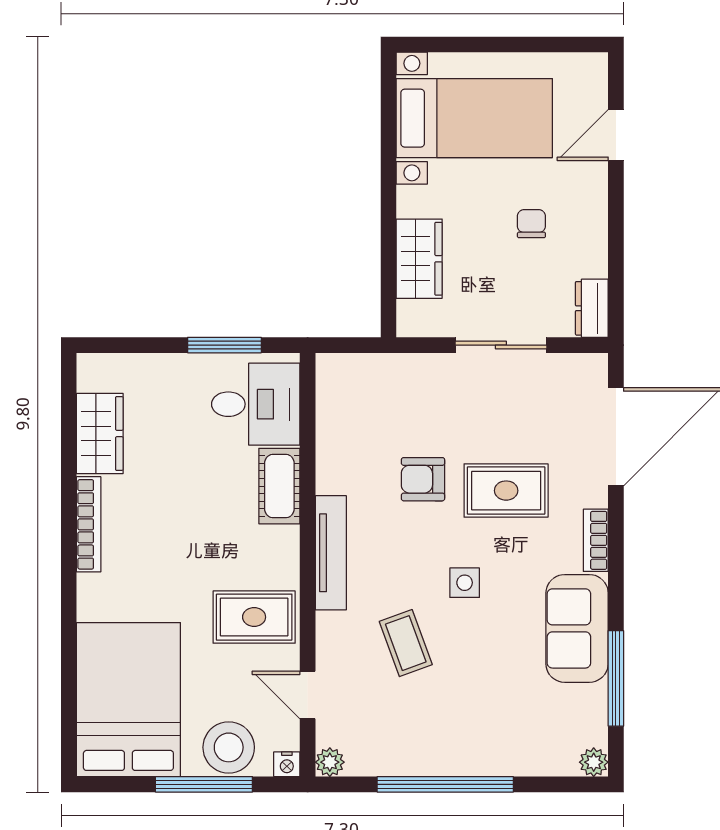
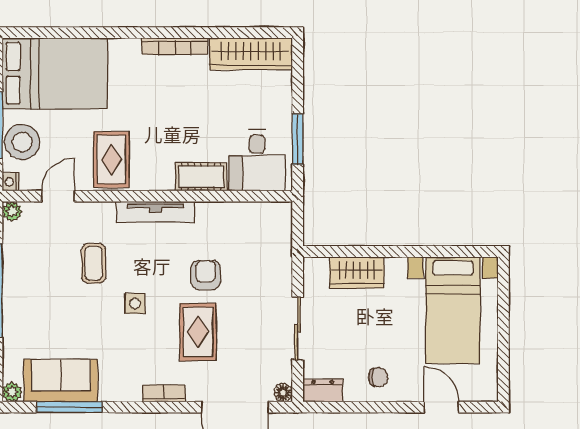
chair: (531, 224) -> (378, 377), moved
floor lamp: (595, 366) -> (283, 393), added
wardrobe: (100, 433) -> (251, 54), width x1.50
sofa: (577, 628) -> (61, 381), moved
coffee table: (406, 643) -> (94, 263), turned -70

